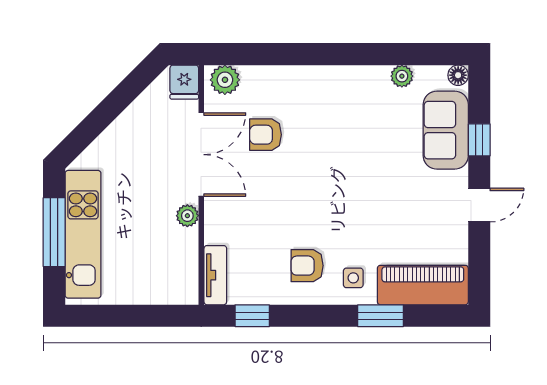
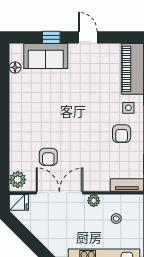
floor lamp: (458, 75) -> (15, 67), moved
plant: (402, 76) -> (16, 81), removed
stool: (155, 256) -> (116, 219), added

